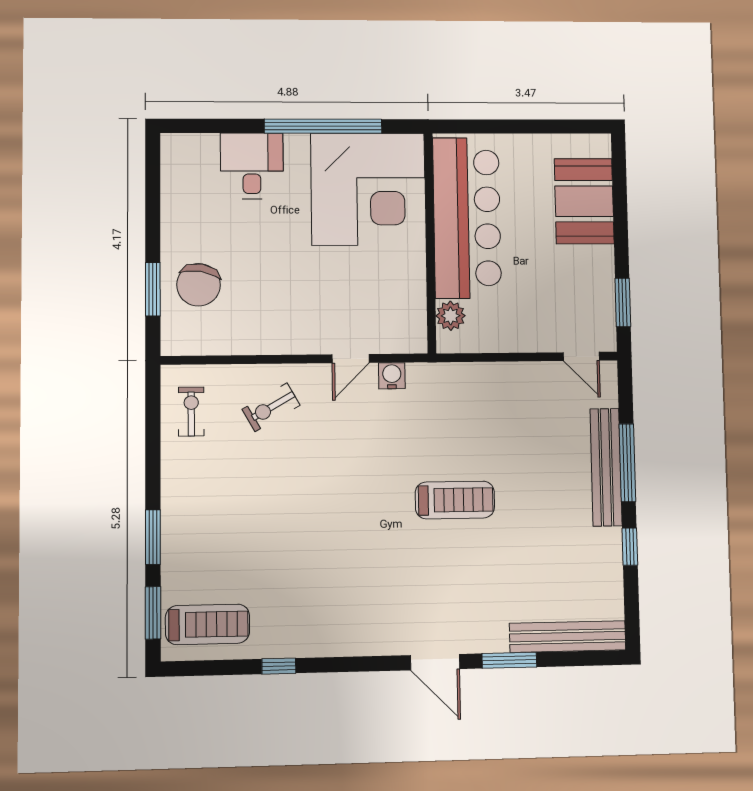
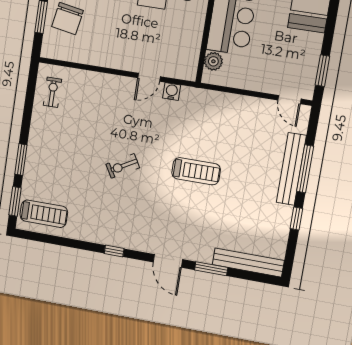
exercise bike: (271, 407) -> (123, 166), moved
window: (279, 666) -> (114, 251), moved

